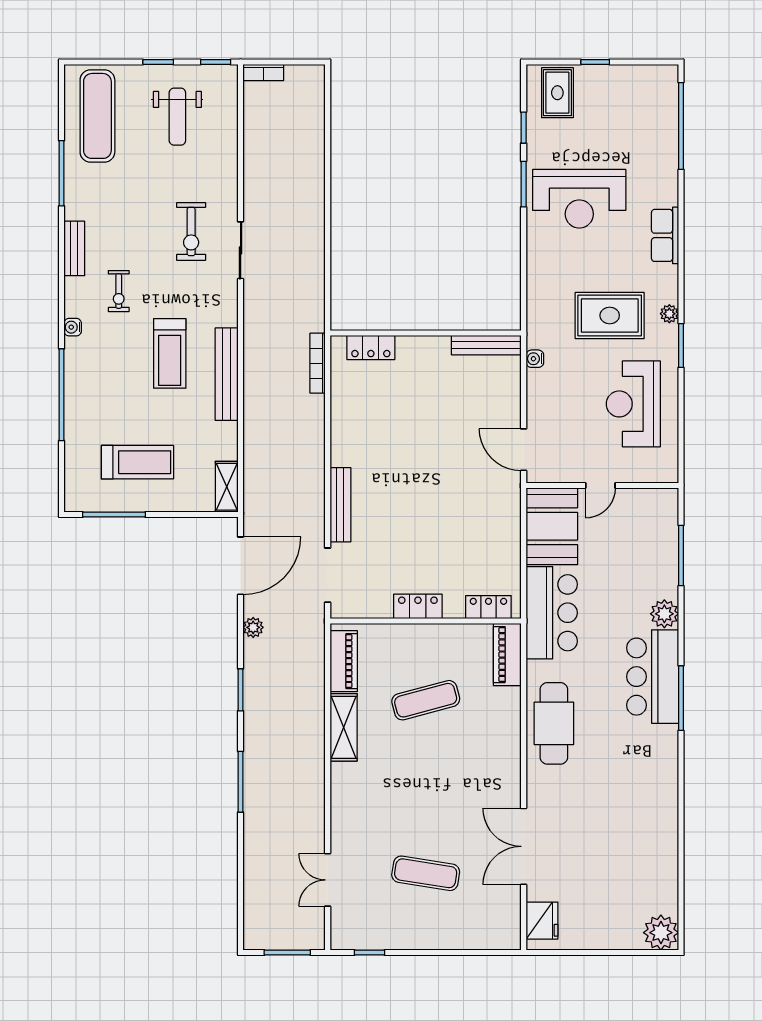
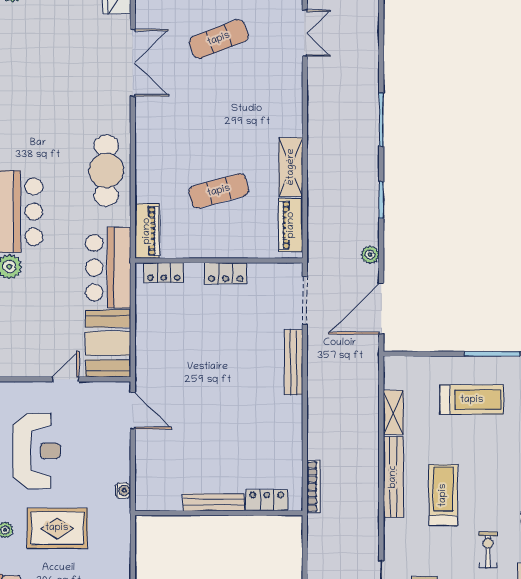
bench: (486, 345) -> (214, 502), moved
treadmill: (137, 462) -> (472, 400), turned 180
shelving: (227, 487) -> (393, 412), moved
exercise mat: (426, 873) -> (219, 39), turned -30

